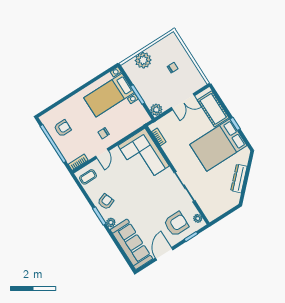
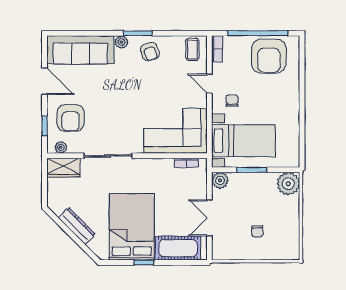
plant: (143, 60) -> (288, 184), moved
bed with nightstands: (109, 95) -> (244, 141), moved, turned 90
armchair: (63, 128) -> (269, 56), width x1.88, depth x1.88
wardrobe: (209, 209) -> (63, 168), added

